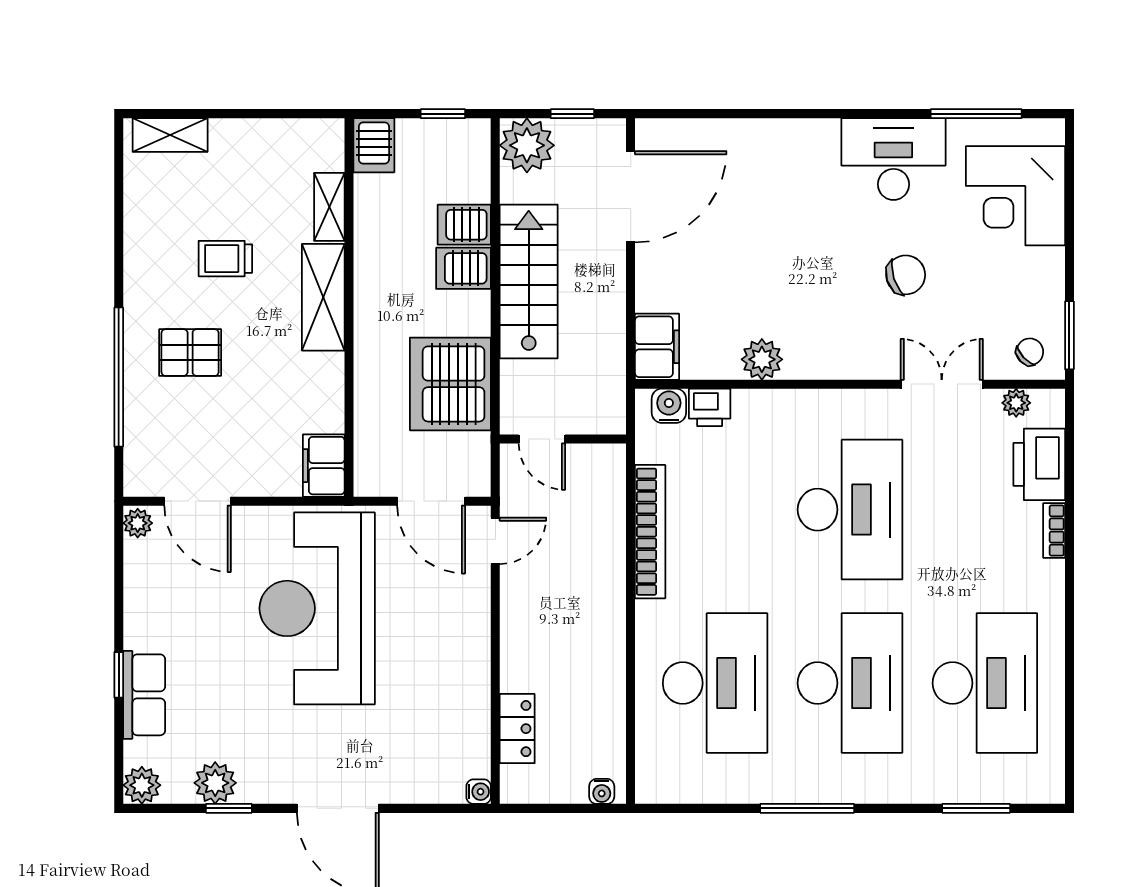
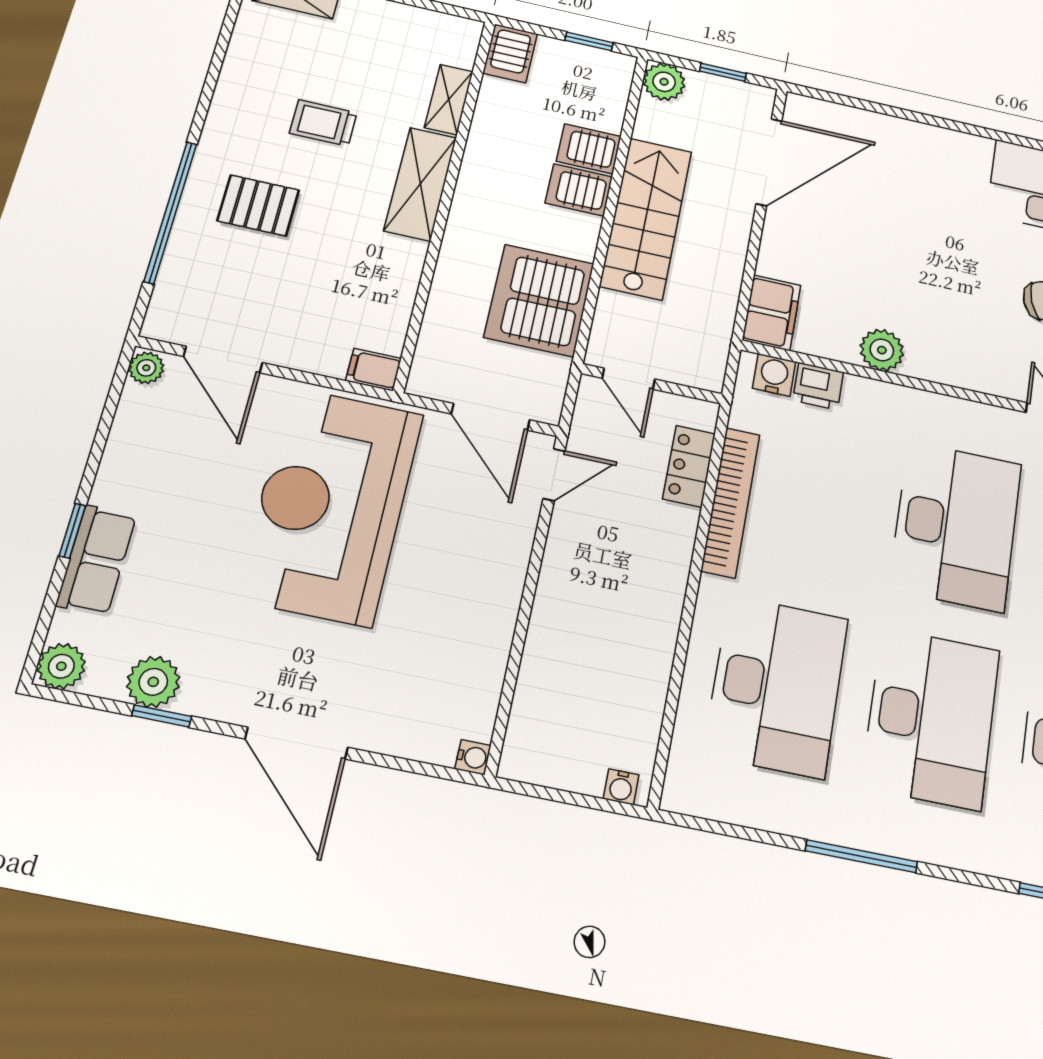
plant: (527, 145) -> (664, 82), width x0.73, depth x0.73
filing cabinet: (324, 466) -> (374, 370), width x0.50
locker: (517, 729) -> (689, 466), moved, turned 180

